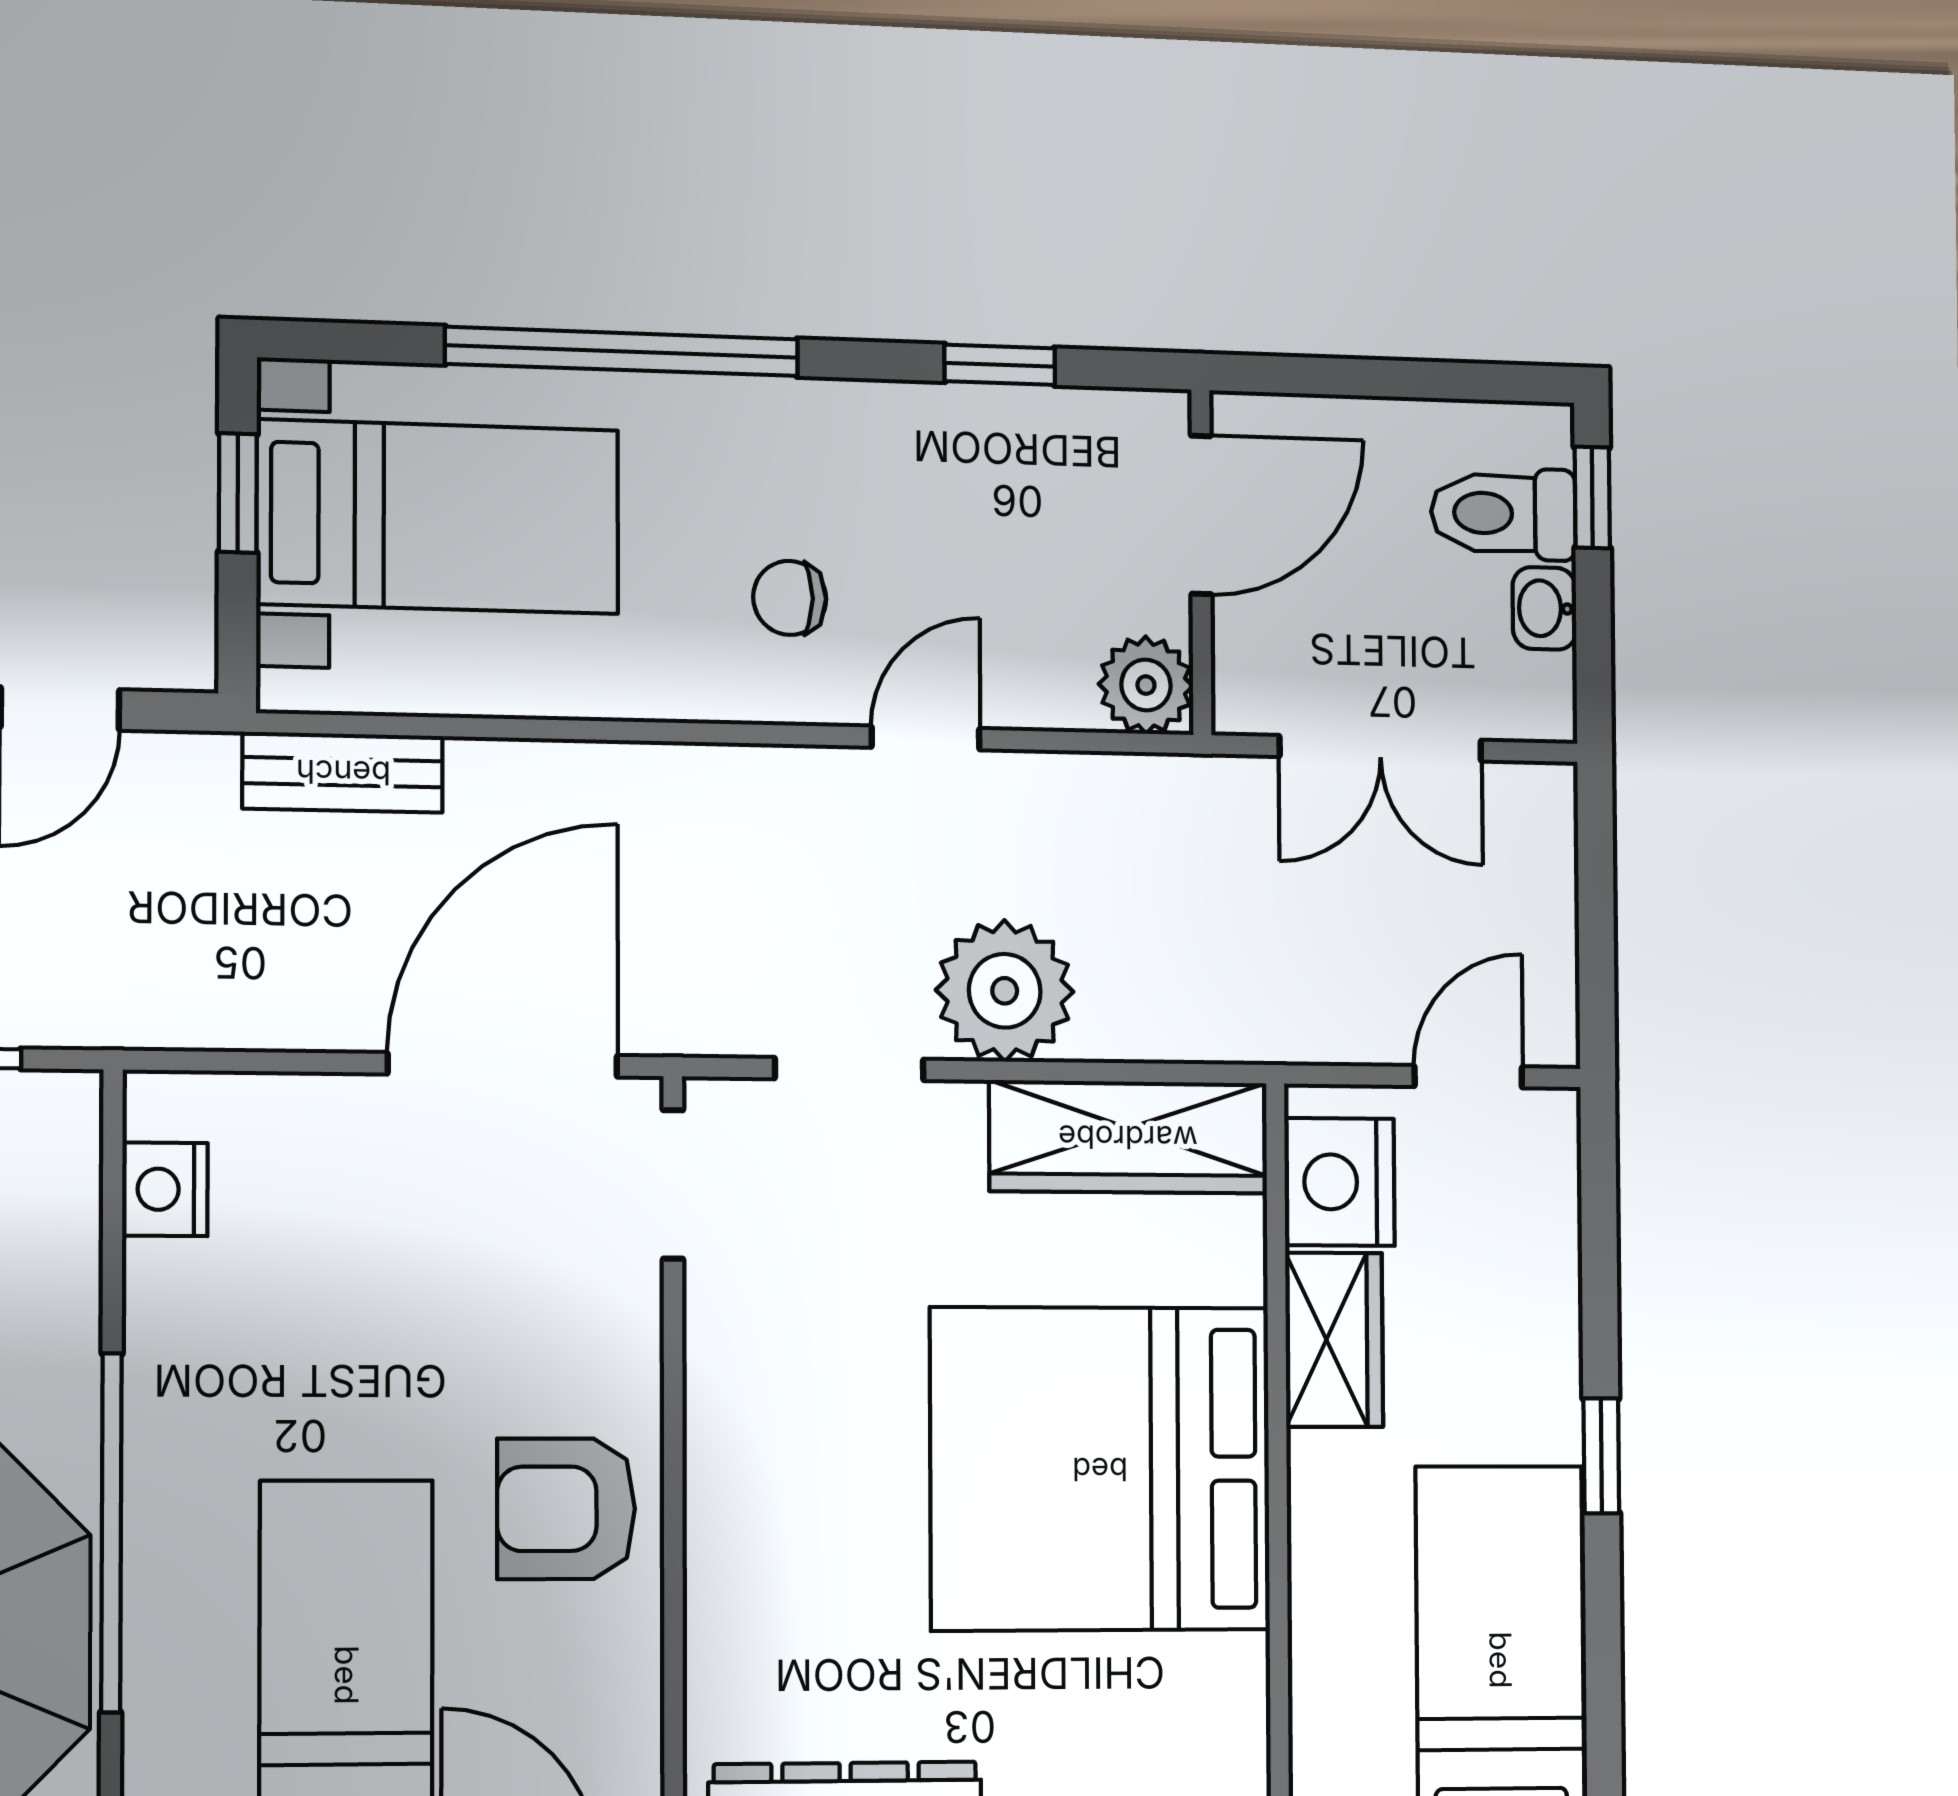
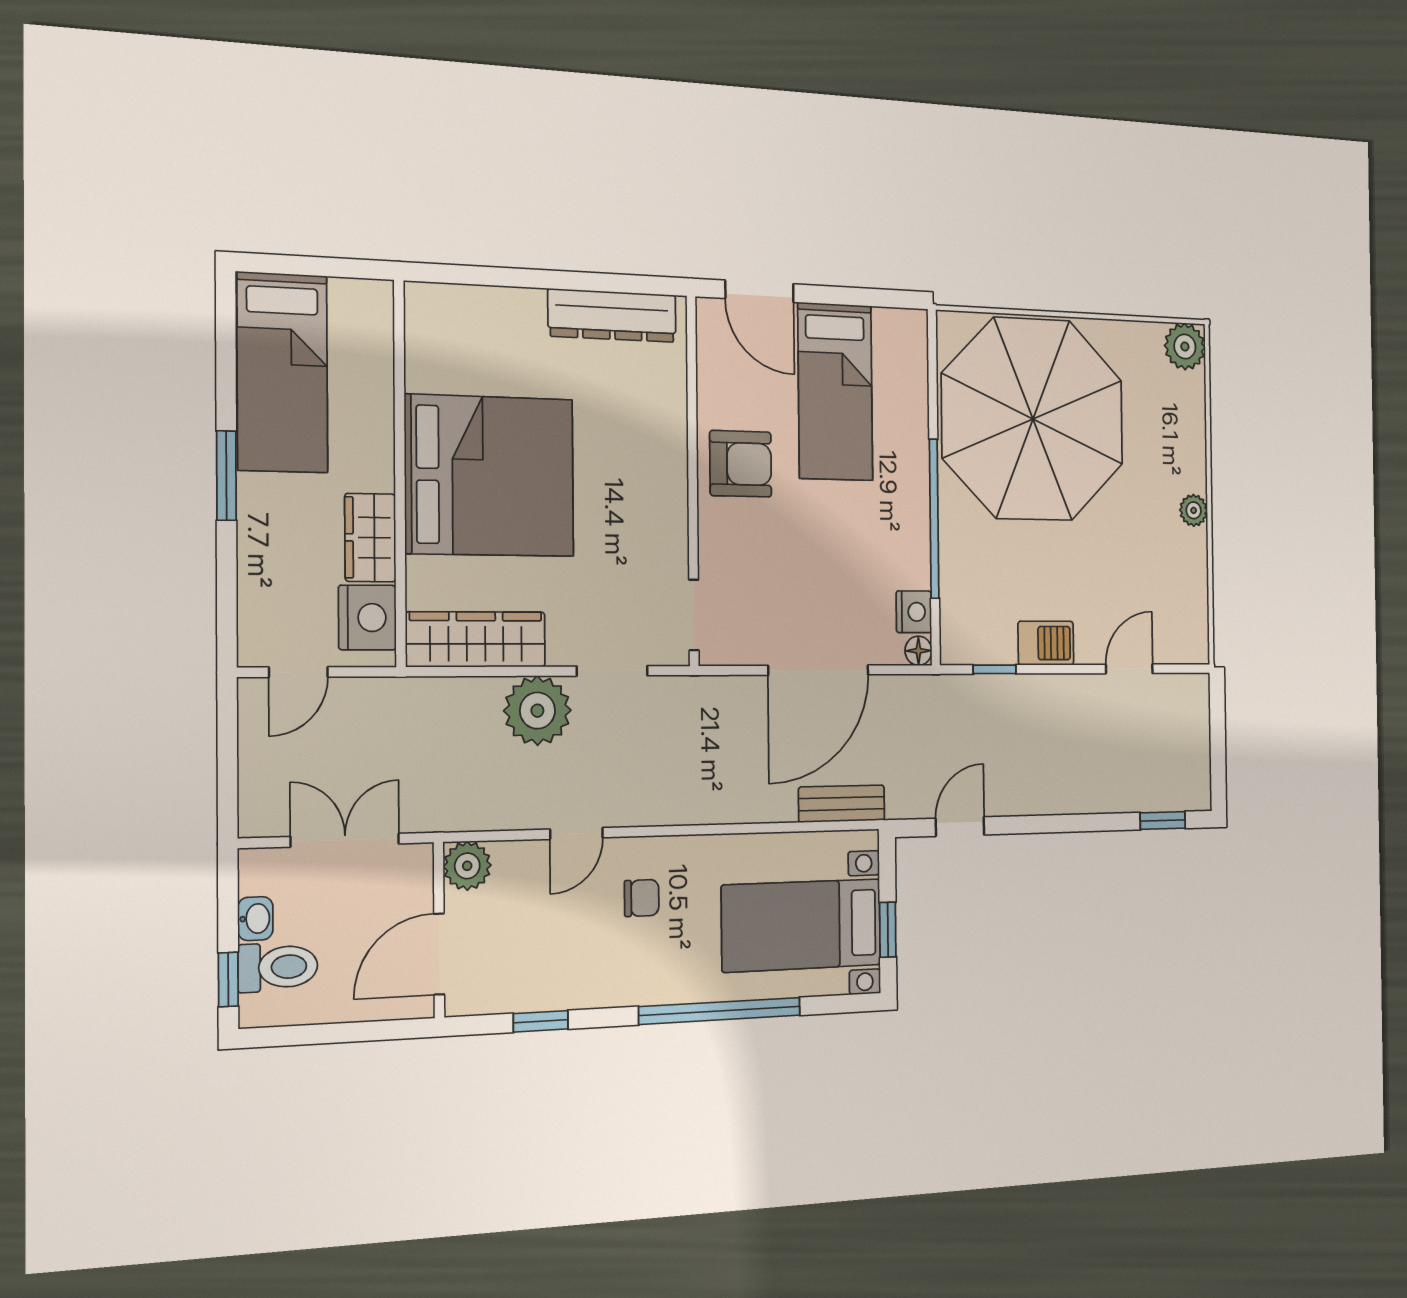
door: (503, 1065) -> (818, 670), moved
floor lamp: (155, 1102) -> (918, 651), added
window: (1601, 1456) -> (226, 476), width x1.50
window: (111, 1533) -> (934, 519), moved

